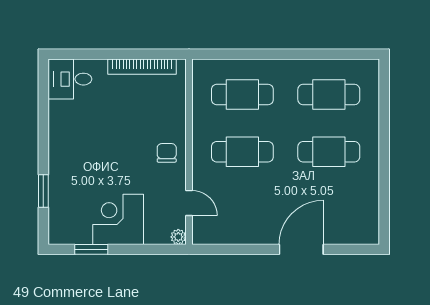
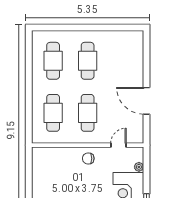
bookcase: (142, 67) -> (36, 173), removed
plant: (178, 237) -> (139, 167), moved
door: (301, 249) -> (146, 101), moved

